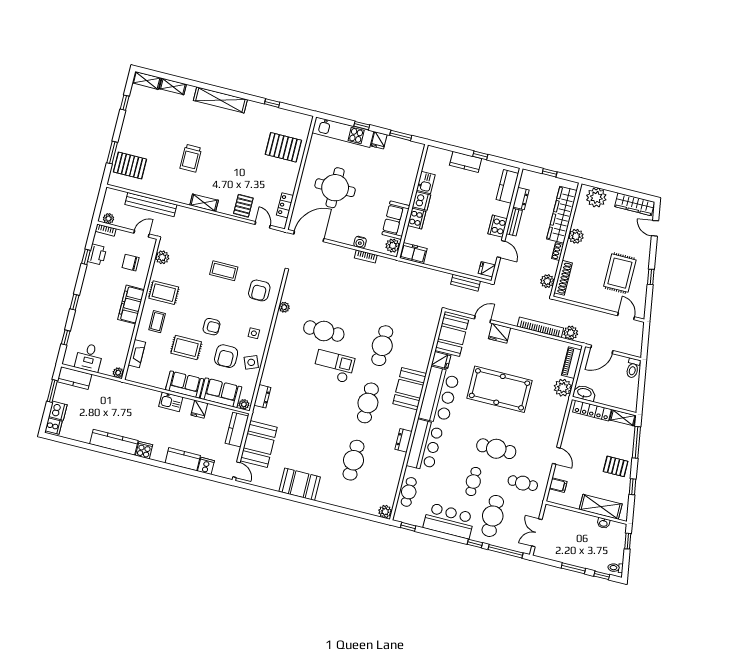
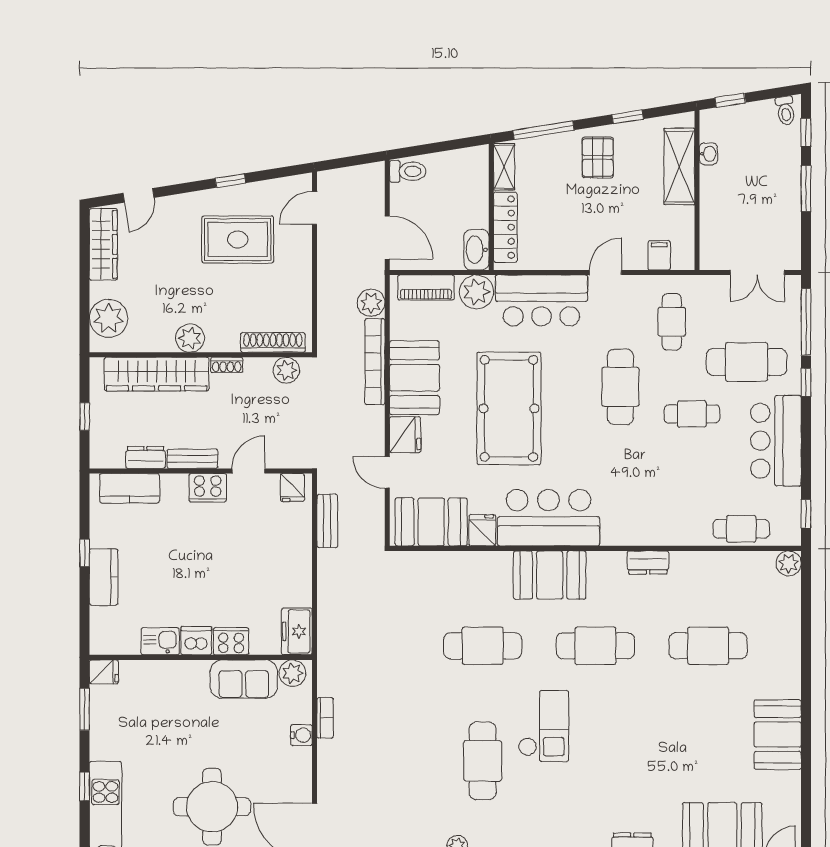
fridge: (379, 140) -> (104, 672), moved
booth: (527, 345) -> (414, 378), added
checkout: (334, 366) -> (544, 726), turned 180
bar counter: (425, 445) -> (541, 300), moved, turned 180

